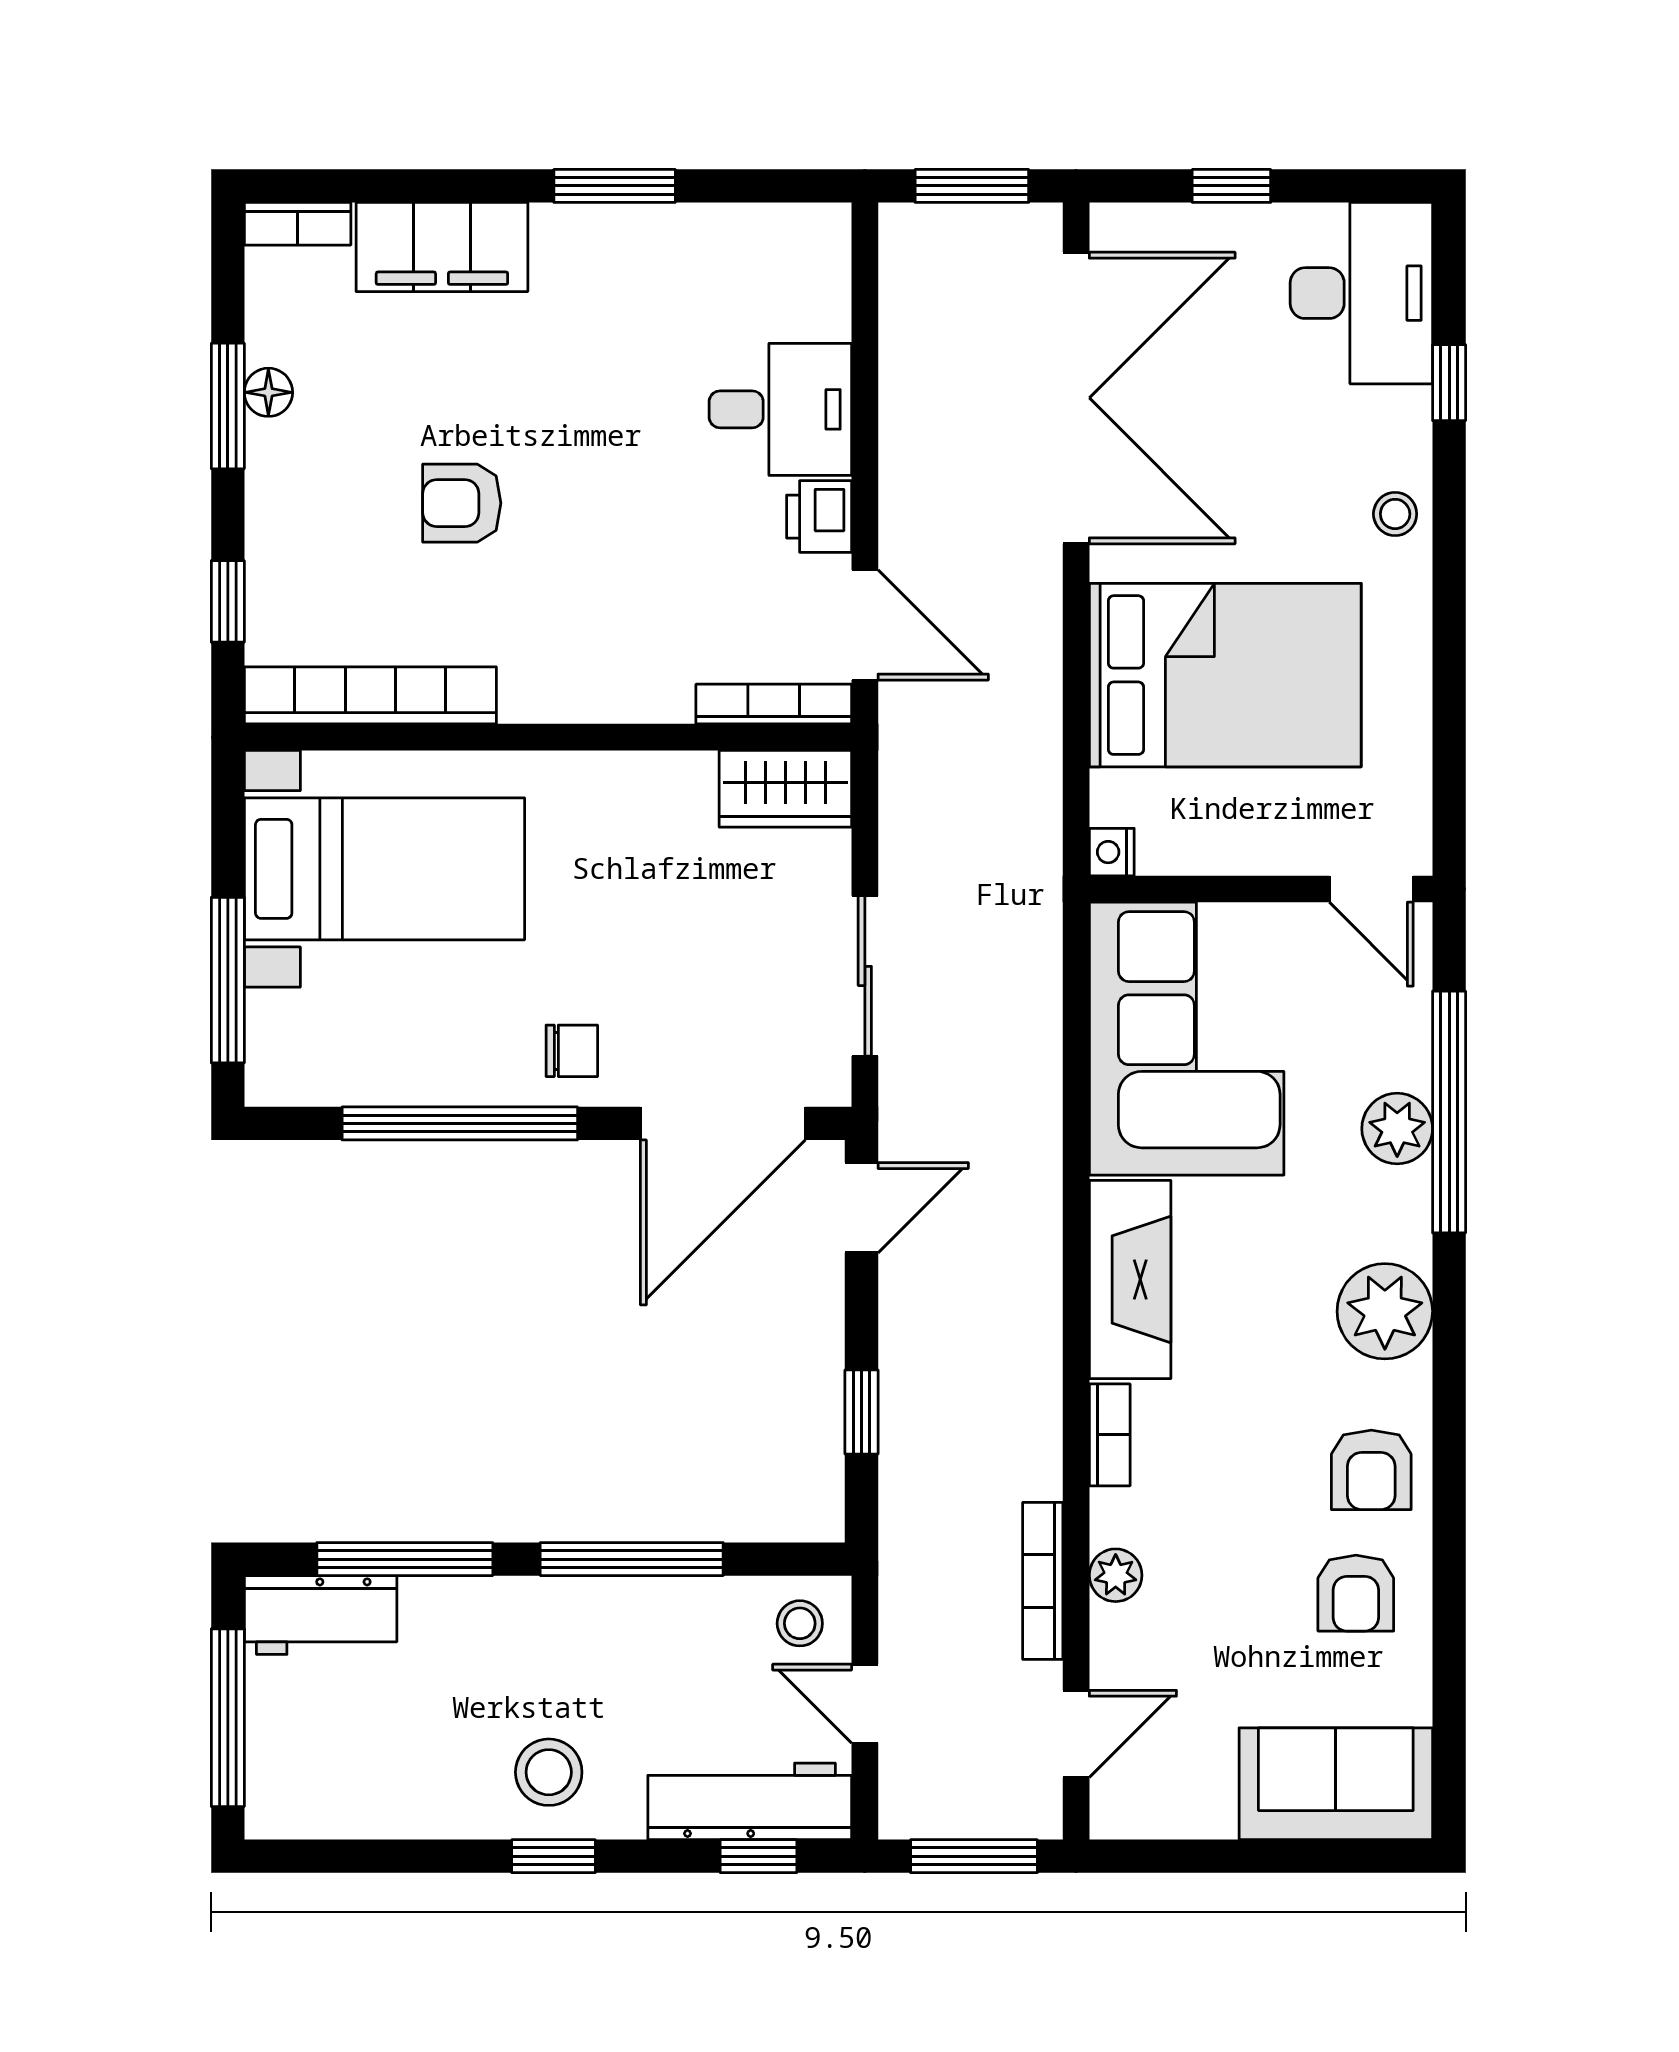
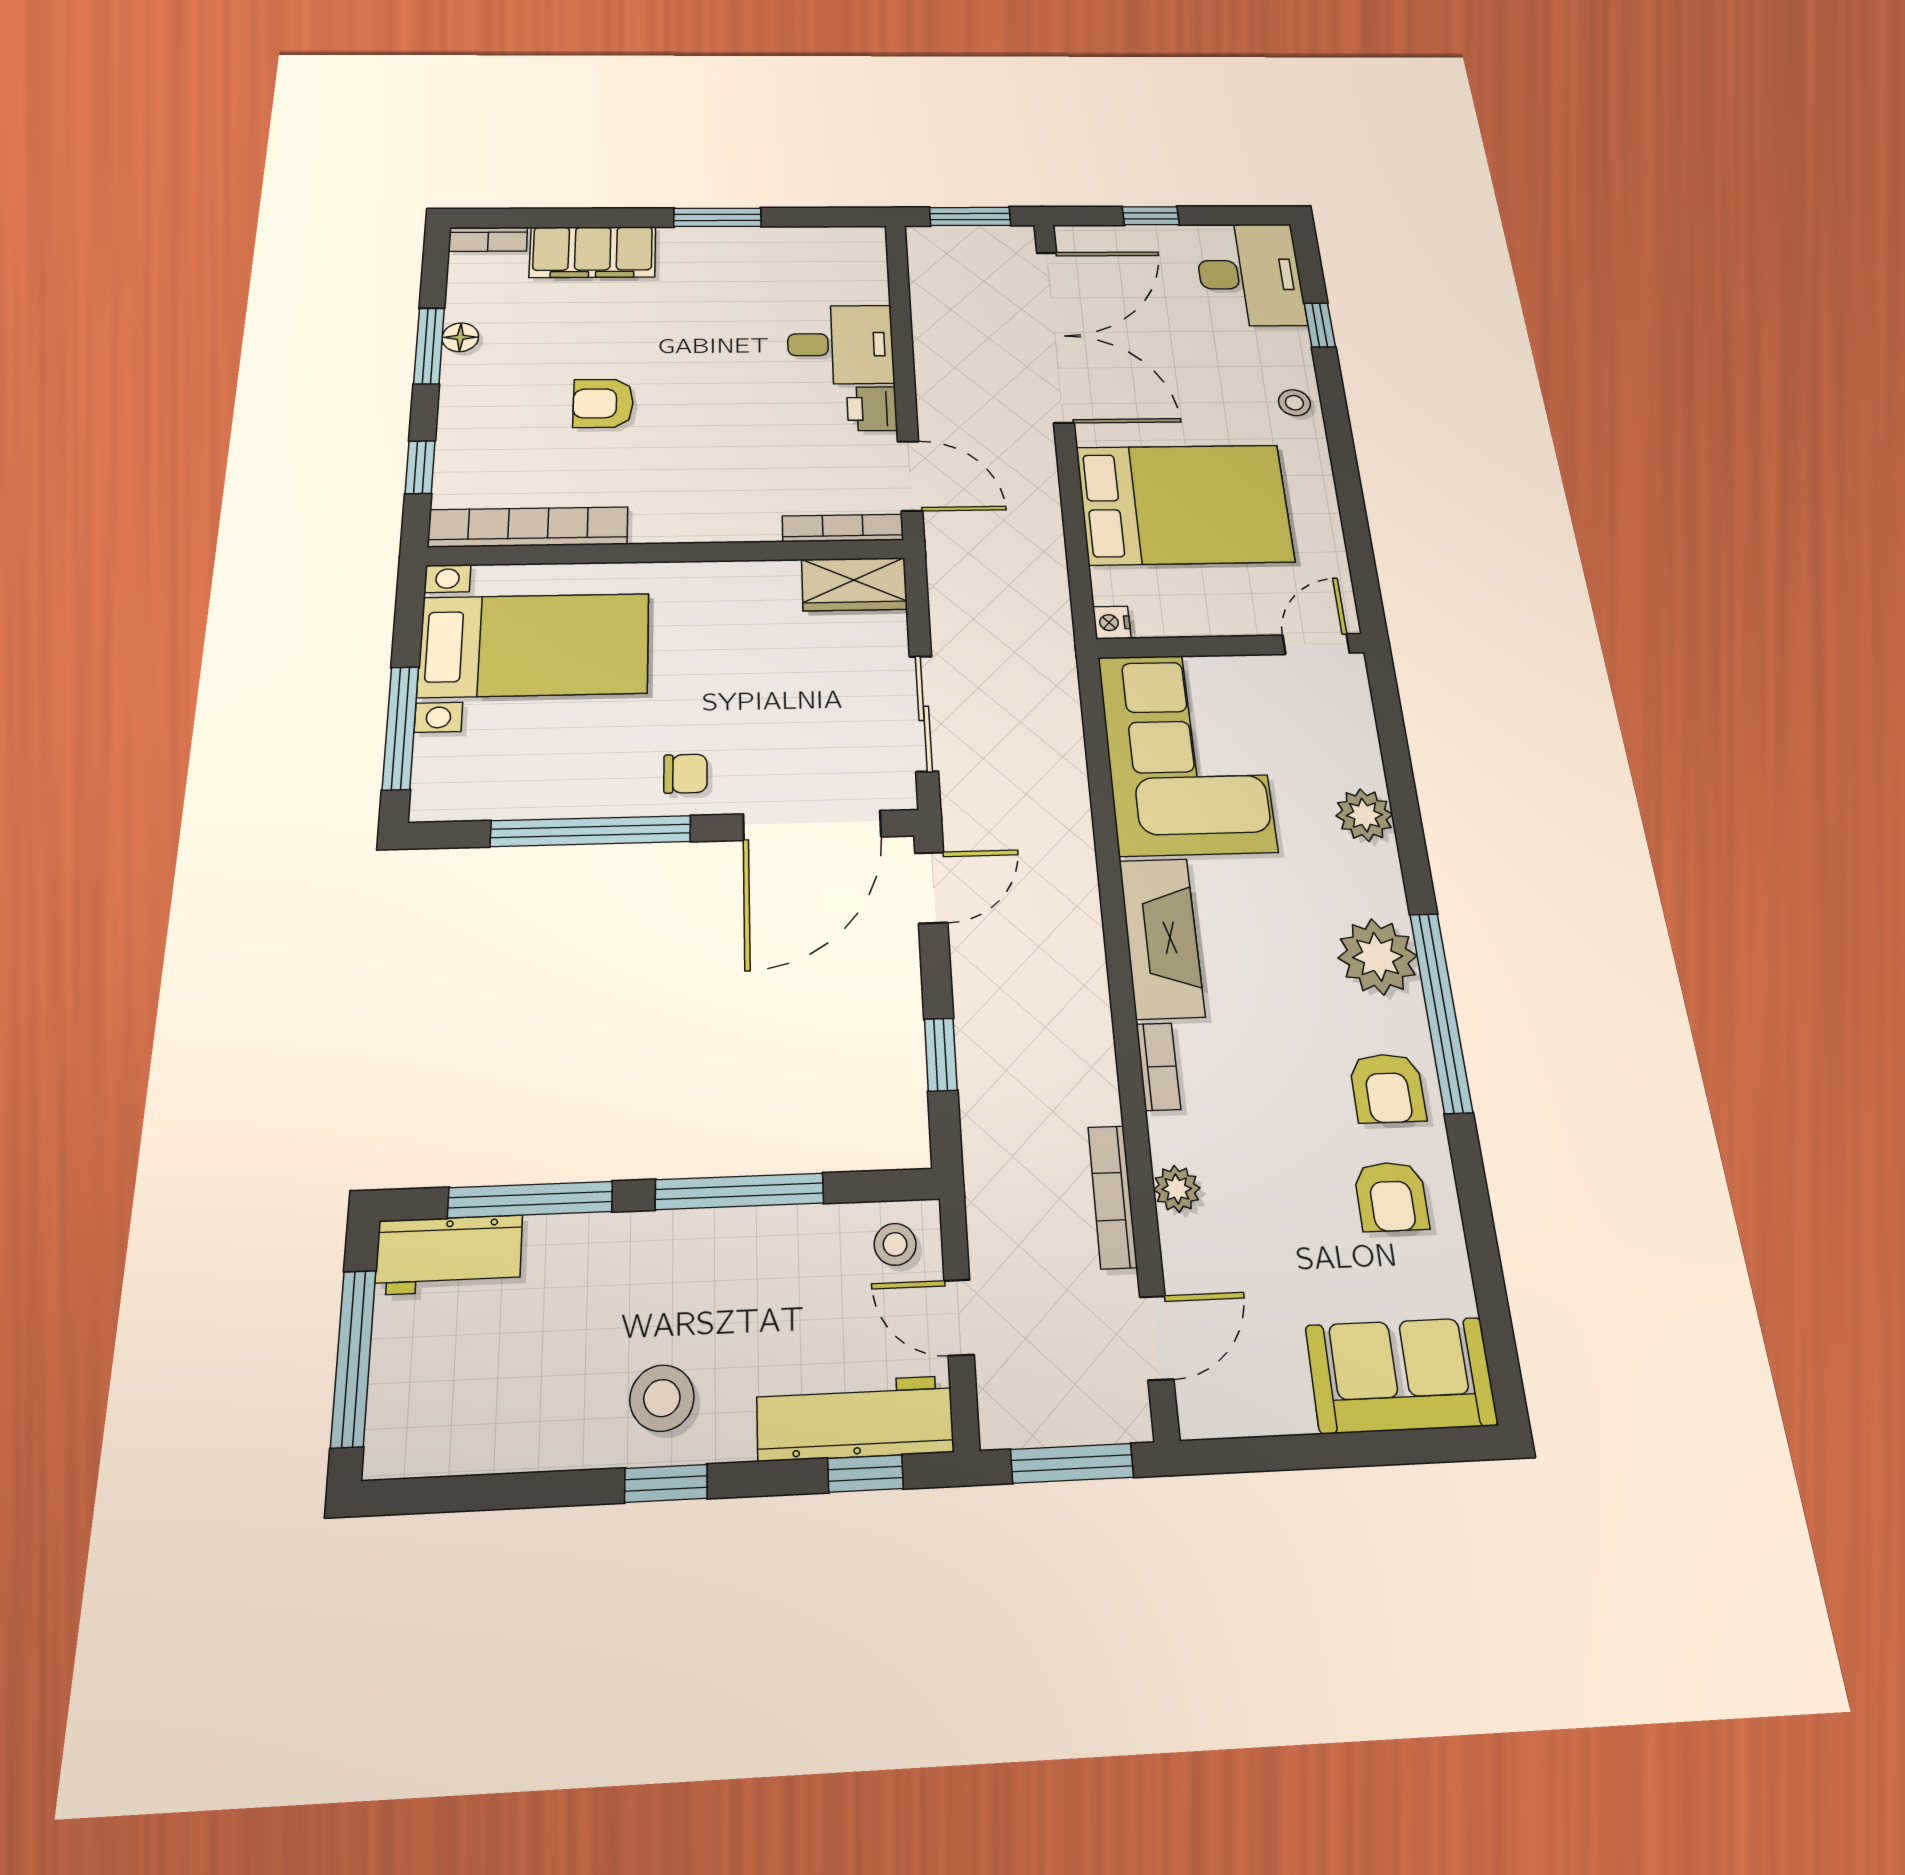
door: (1371, 889) -> (1316, 644), swing flipped
window: (1449, 1112) -> (1441, 1012), moved

